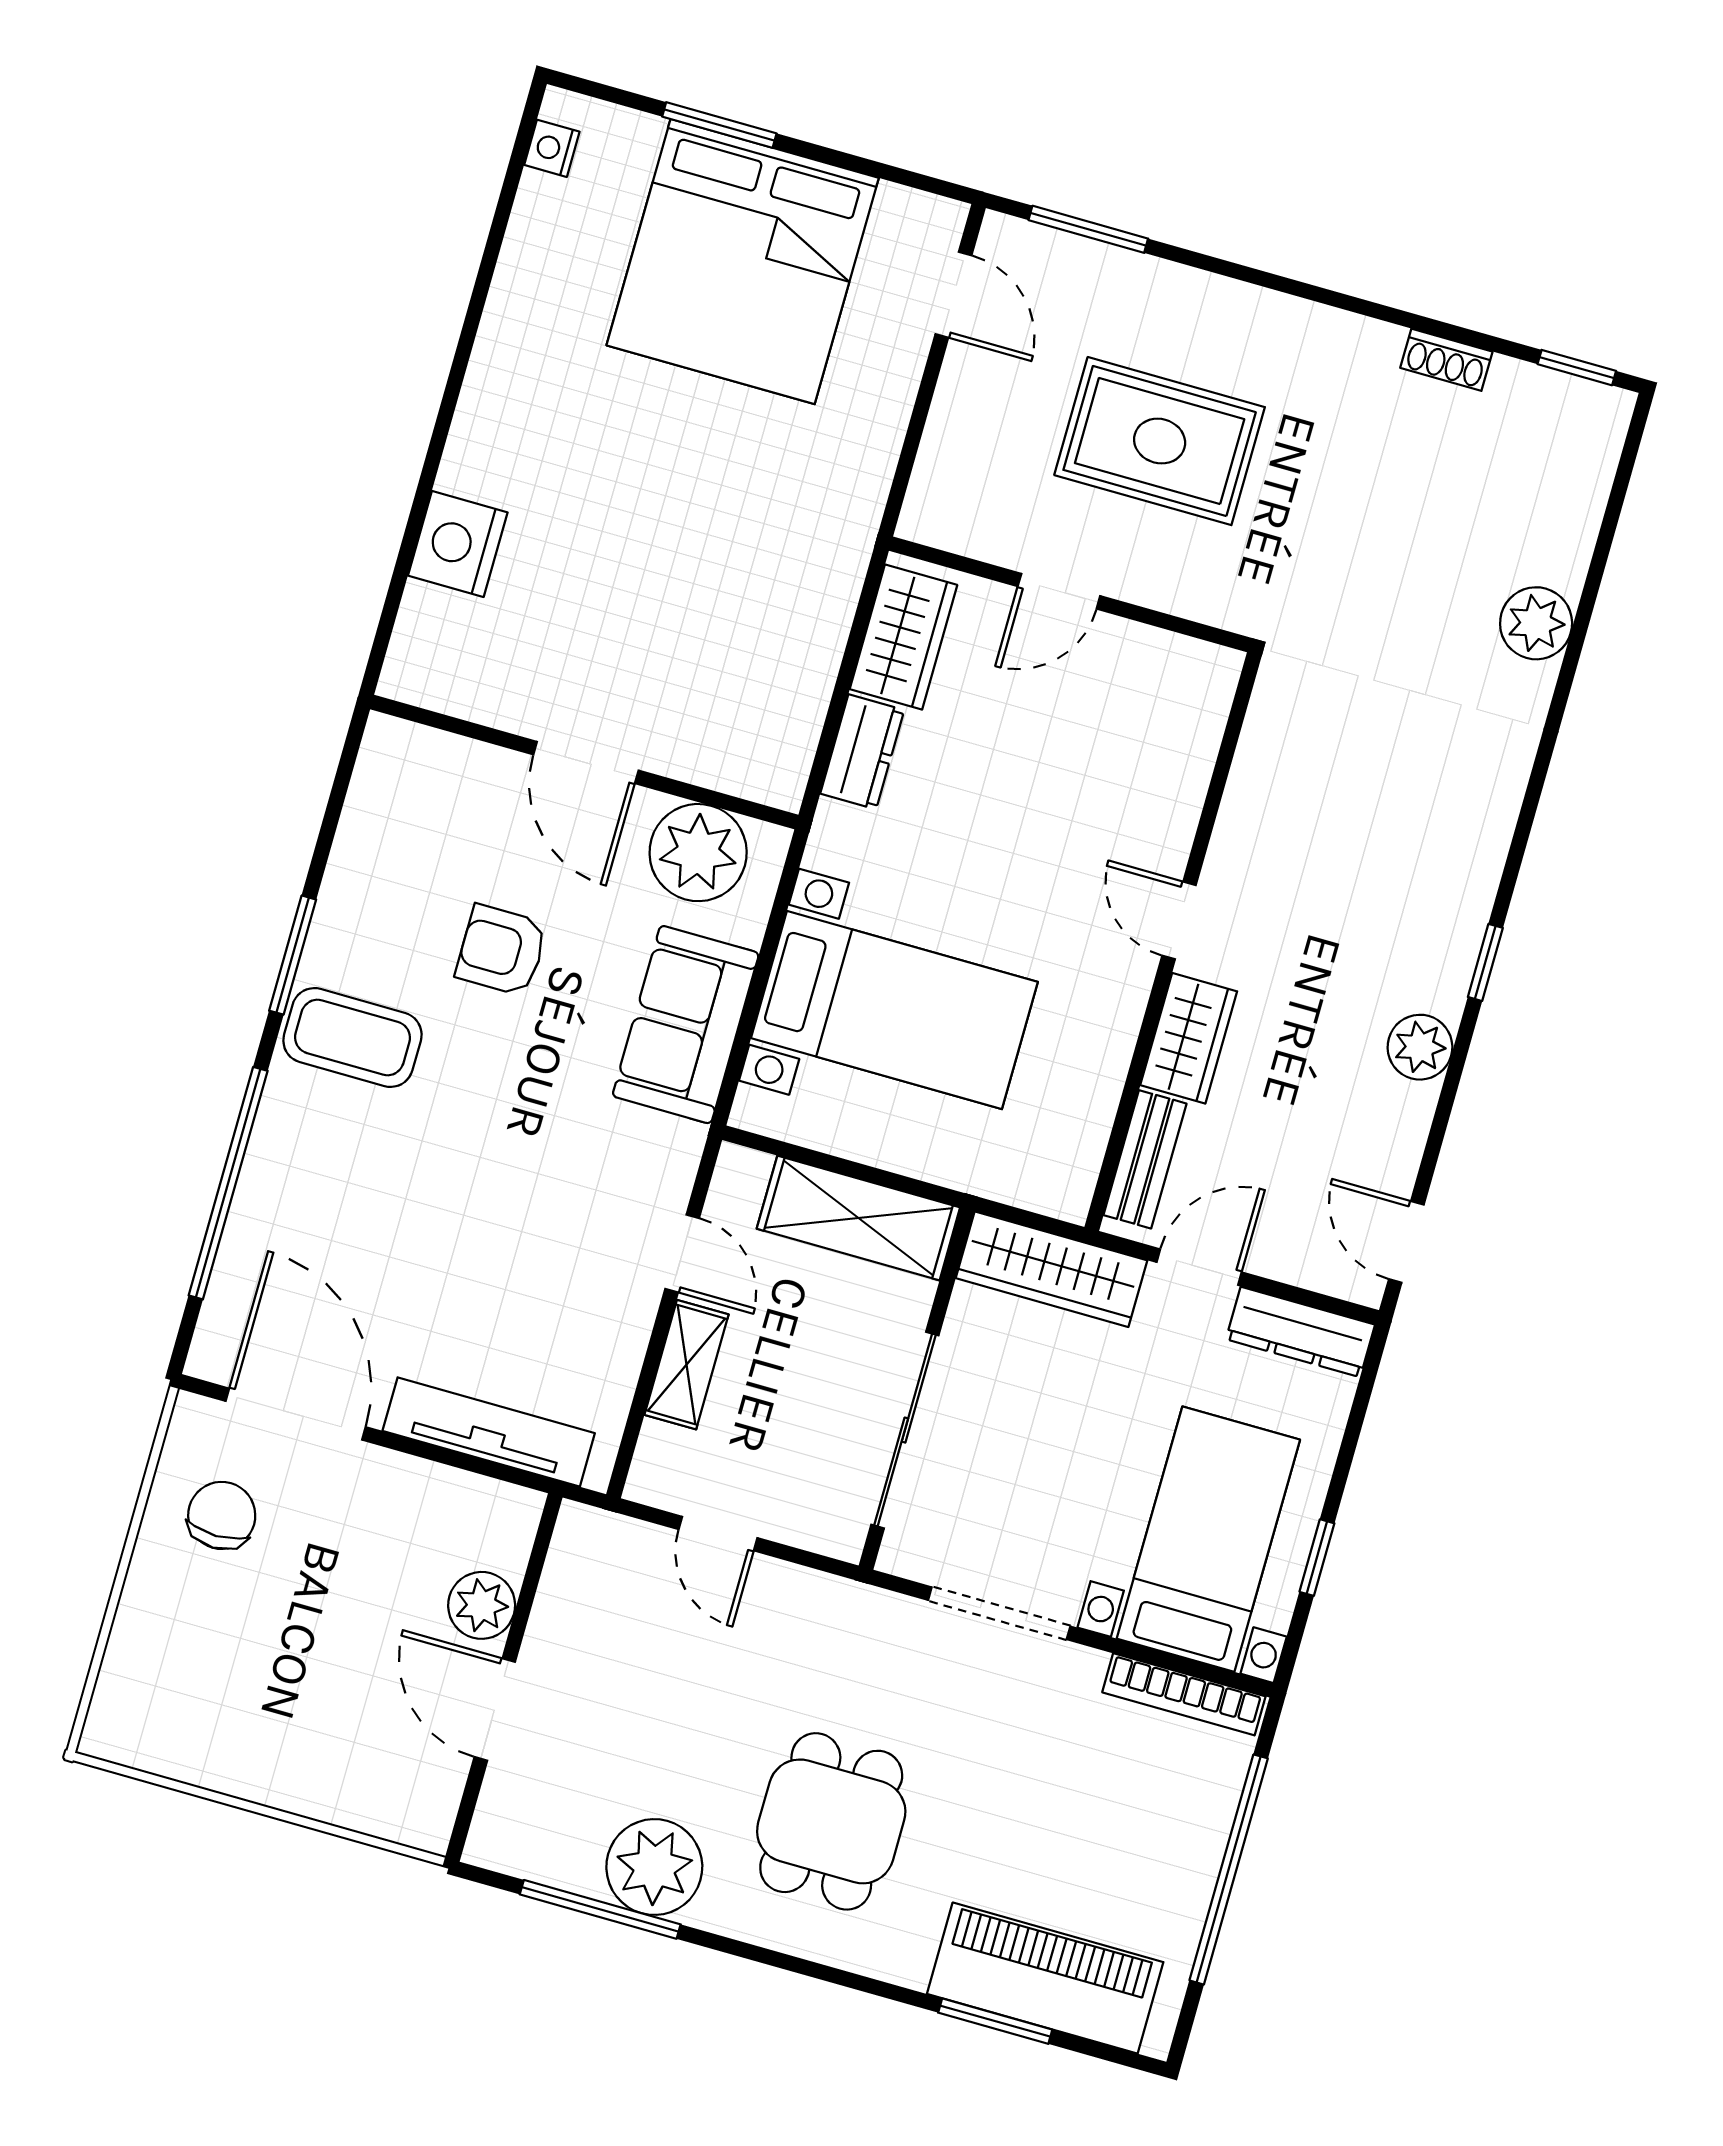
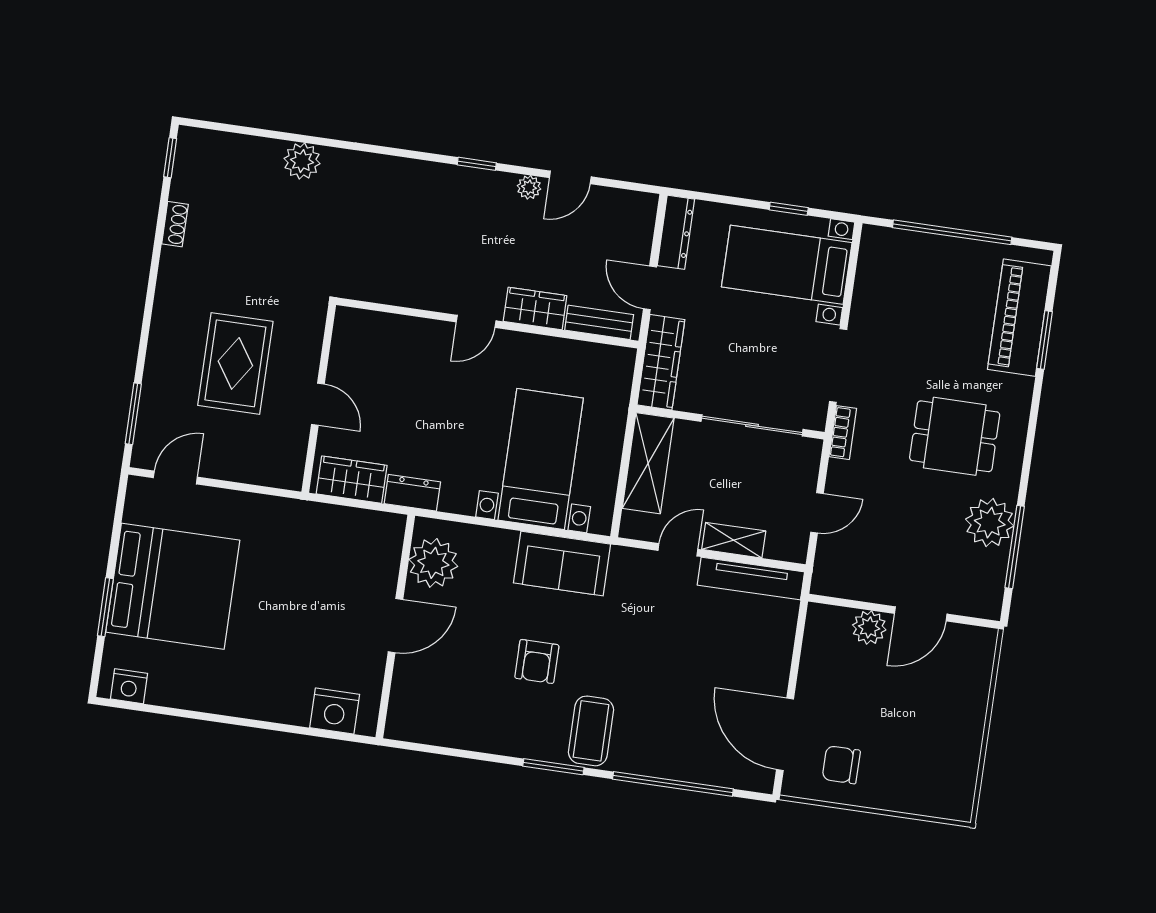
nightstand: (552, 148) -> (129, 686), width x1.39, depth x1.35
wall: (584, 762) -> (395, 627), moved
door: (586, 762) -> (395, 626), moved
plant: (698, 853) -> (433, 563), moved
plant: (1420, 1047) -> (529, 187), width x0.73, depth x0.73
door: (1406, 1242) -> (570, 177), moved
door: (296, 1414) -> (785, 734), hinge flipped
tv unit: (489, 1432) -> (751, 579), moved, turned -90
bookcase: (1184, 1694) -> (843, 433), moved, width x0.64

